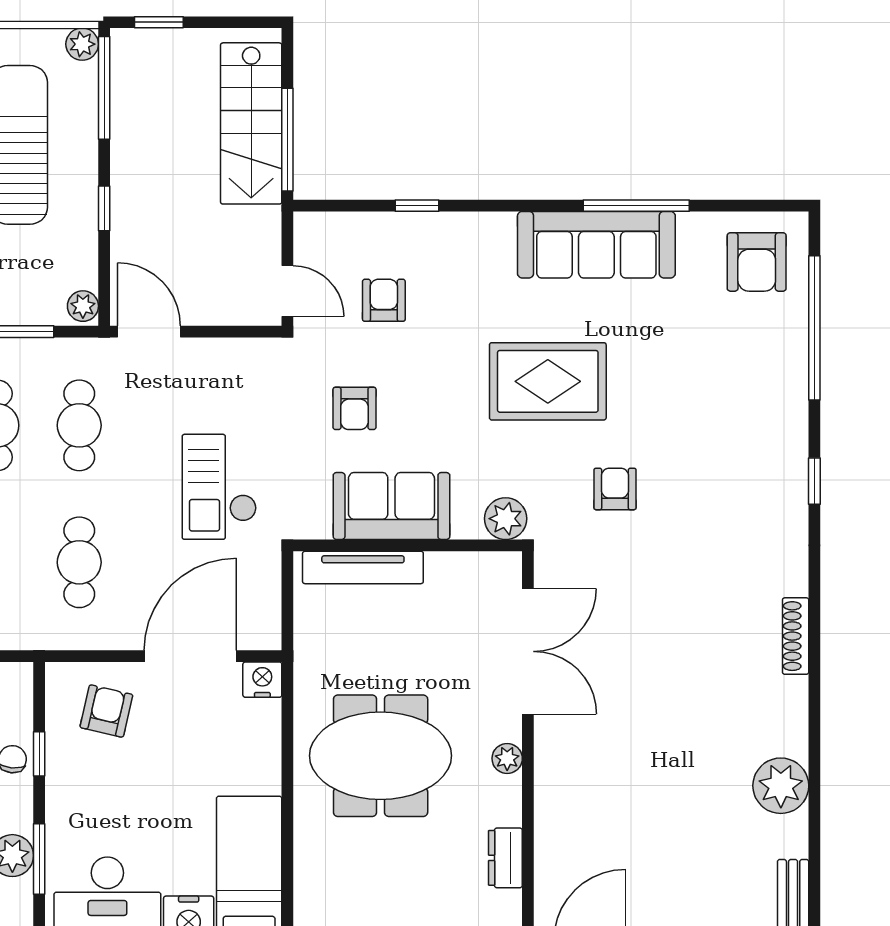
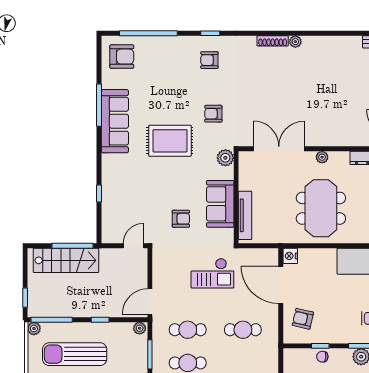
armchair: (384, 300) -> (209, 60), moved
rug: (548, 381) -> (170, 141), turned 90
plant: (781, 786) -> (295, 42), moved, width x0.53, depth x0.53

